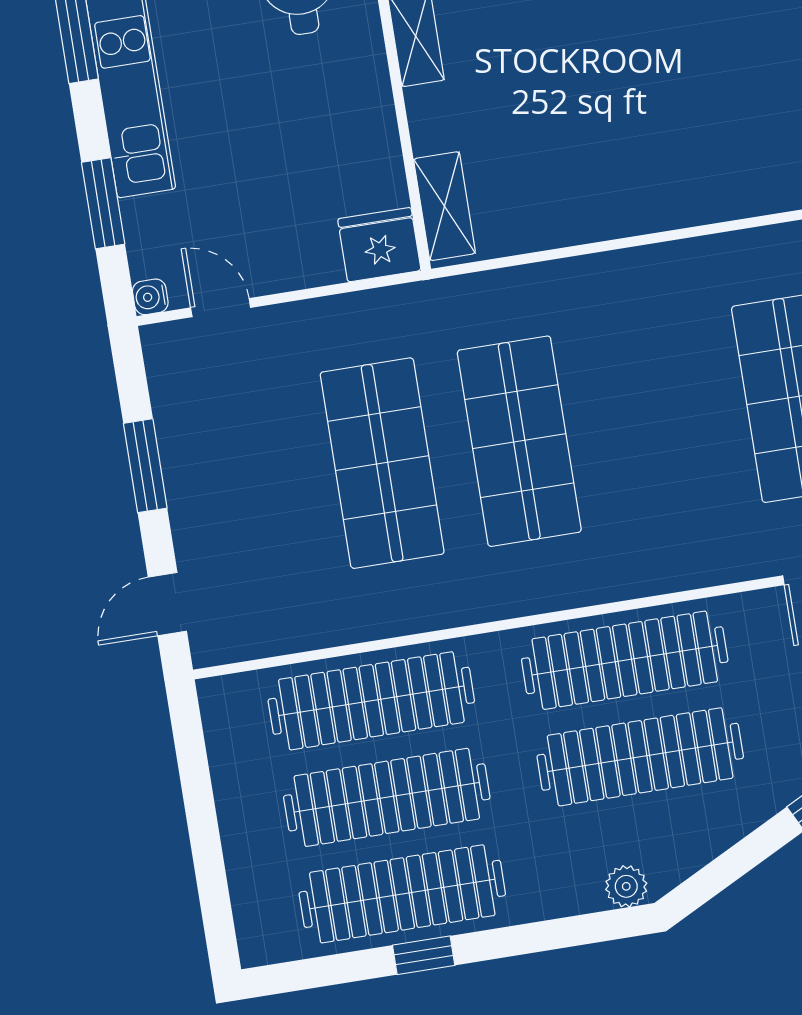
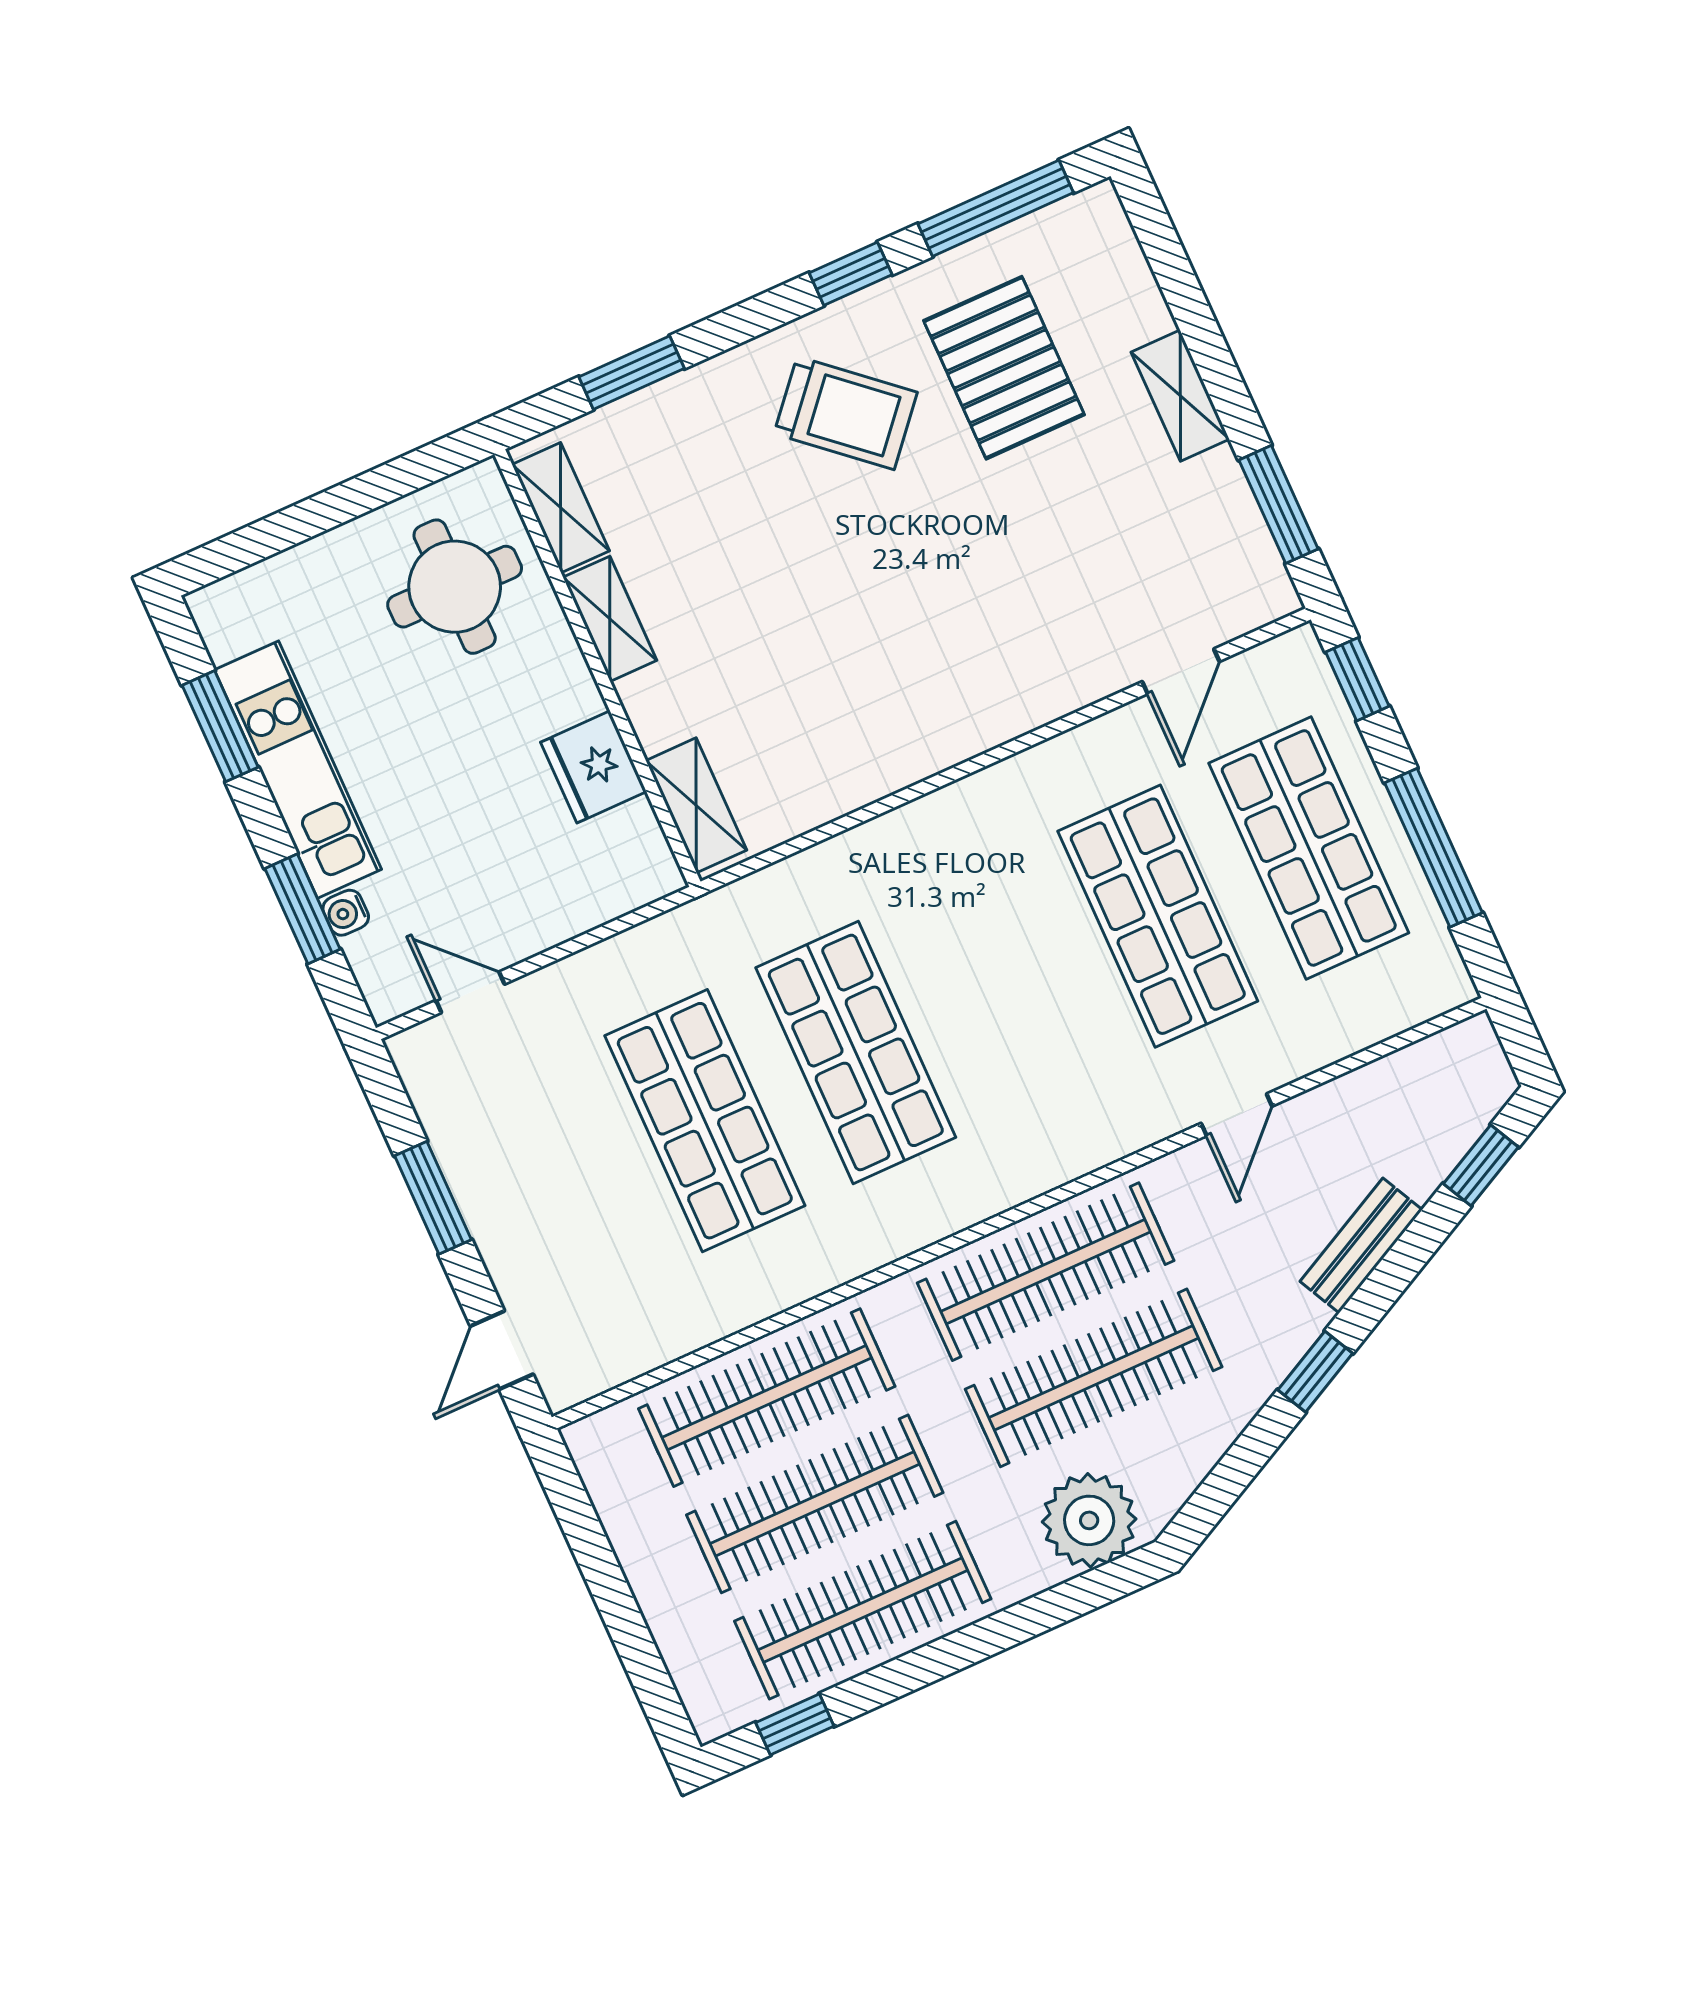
fridge: (379, 245) -> (594, 767), moved, turned -90
water cooler: (150, 297) -> (346, 913), moved
plant: (626, 886) -> (1089, 1520), width x1.88, depth x1.88
window: (424, 955) -> (795, 1724), moved

